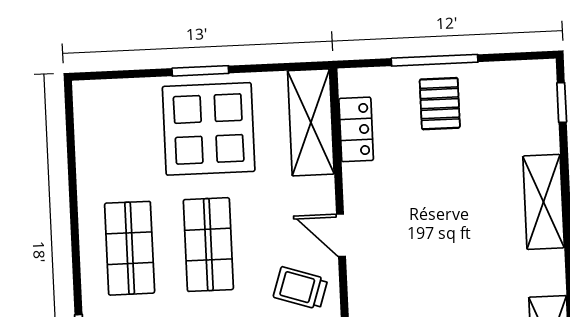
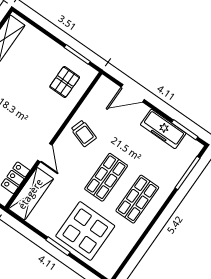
display table: (209, 129) -> (85, 231), moved
door: (341, 235) -> (45, 153), moved

